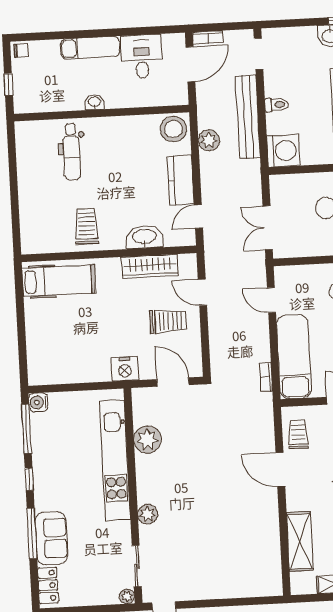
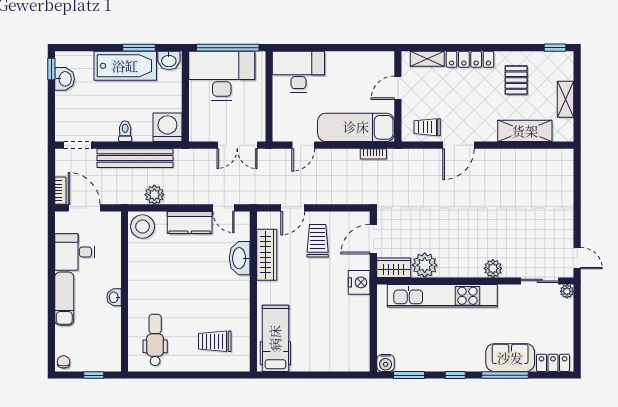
dental chair: (72, 152) -> (155, 340), moved, turned -90
trolley: (86, 226) -> (215, 341), moved
wardrobe: (143, 406) -> (394, 268), added
window: (26, 429) -> (409, 375), width x0.69

